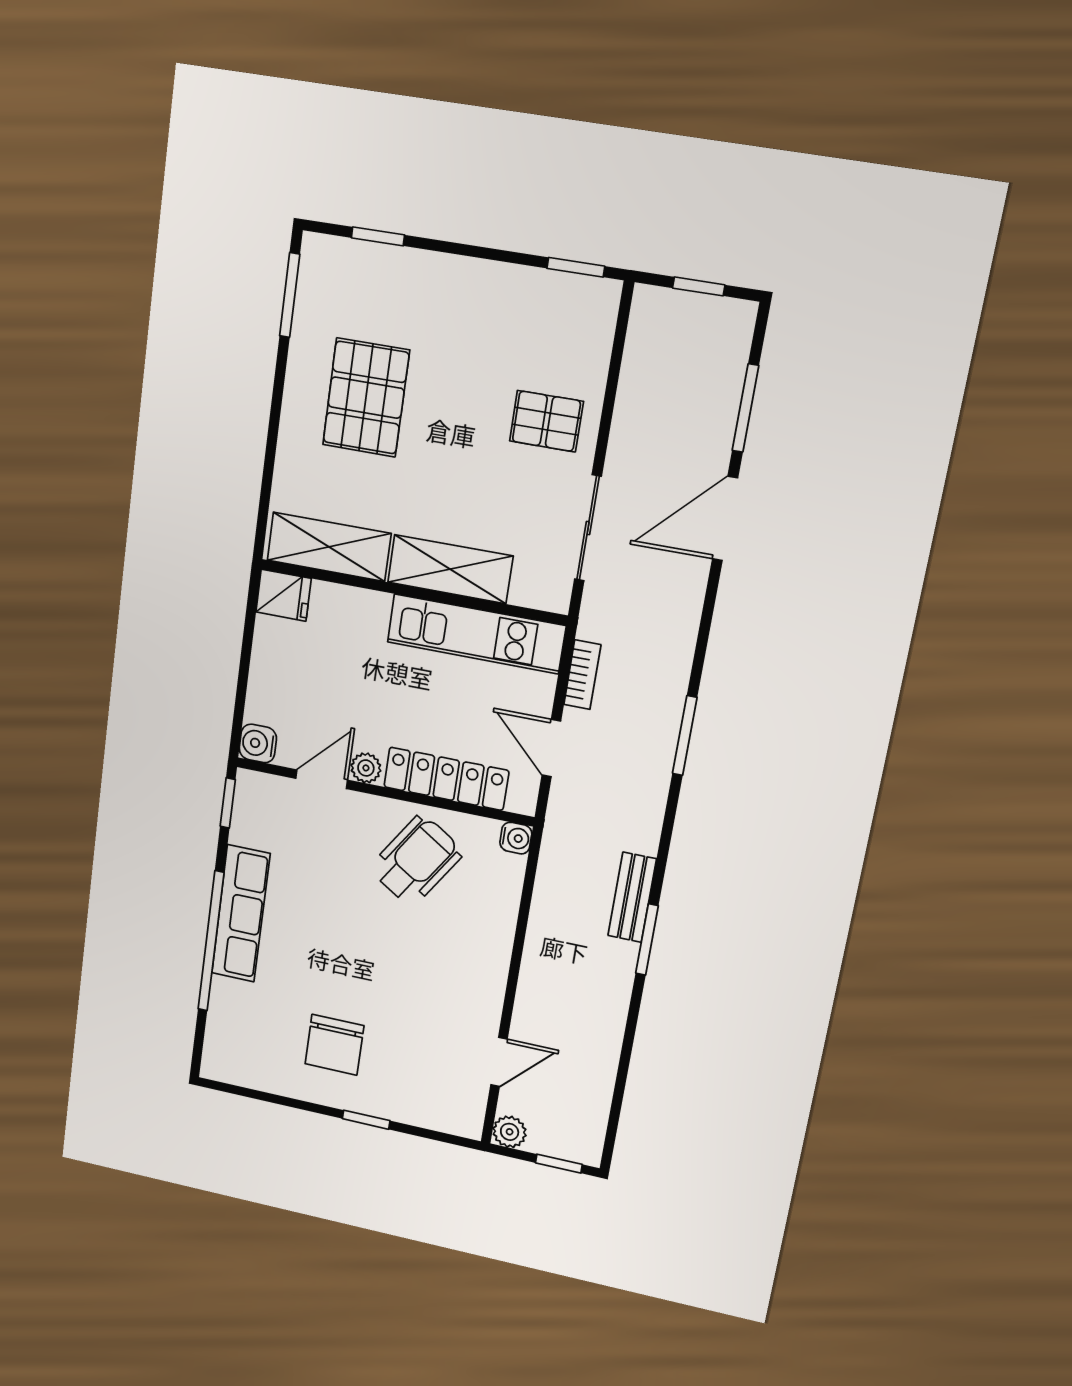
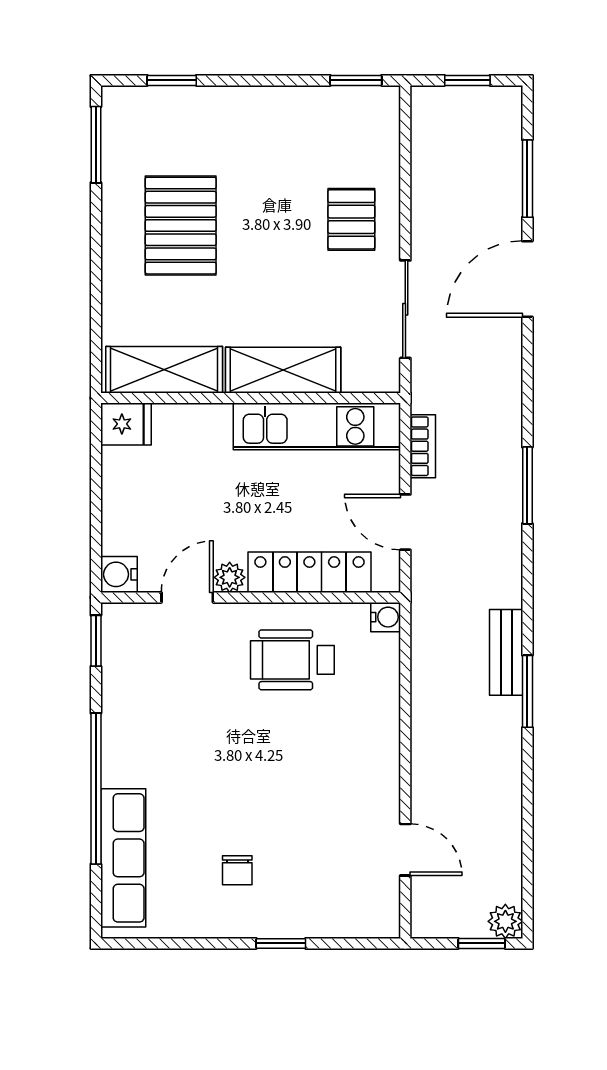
pallet: (546, 421) -> (351, 219), turned 90
wheelchair: (416, 860) -> (292, 660), turned -123
row of seats: (241, 914) -> (123, 858), moved
chair: (334, 1045) -> (237, 870), width x0.54, depth x0.54
door: (499, 1062) -> (405, 850), hinge flipped
plant: (510, 1132) -> (505, 921), moved

